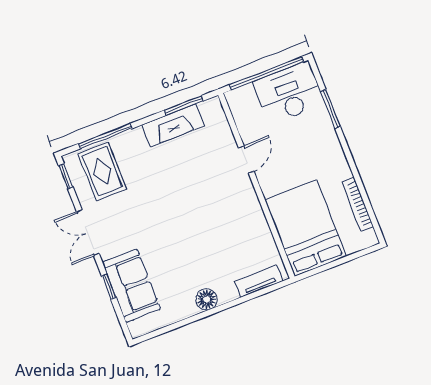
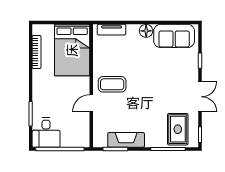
desk: (289, 93) -> (46, 133), width x0.73
coffee table: (226, 200) -> (112, 84), added
sofa: (131, 286) -> (174, 36), moved, turned -90

